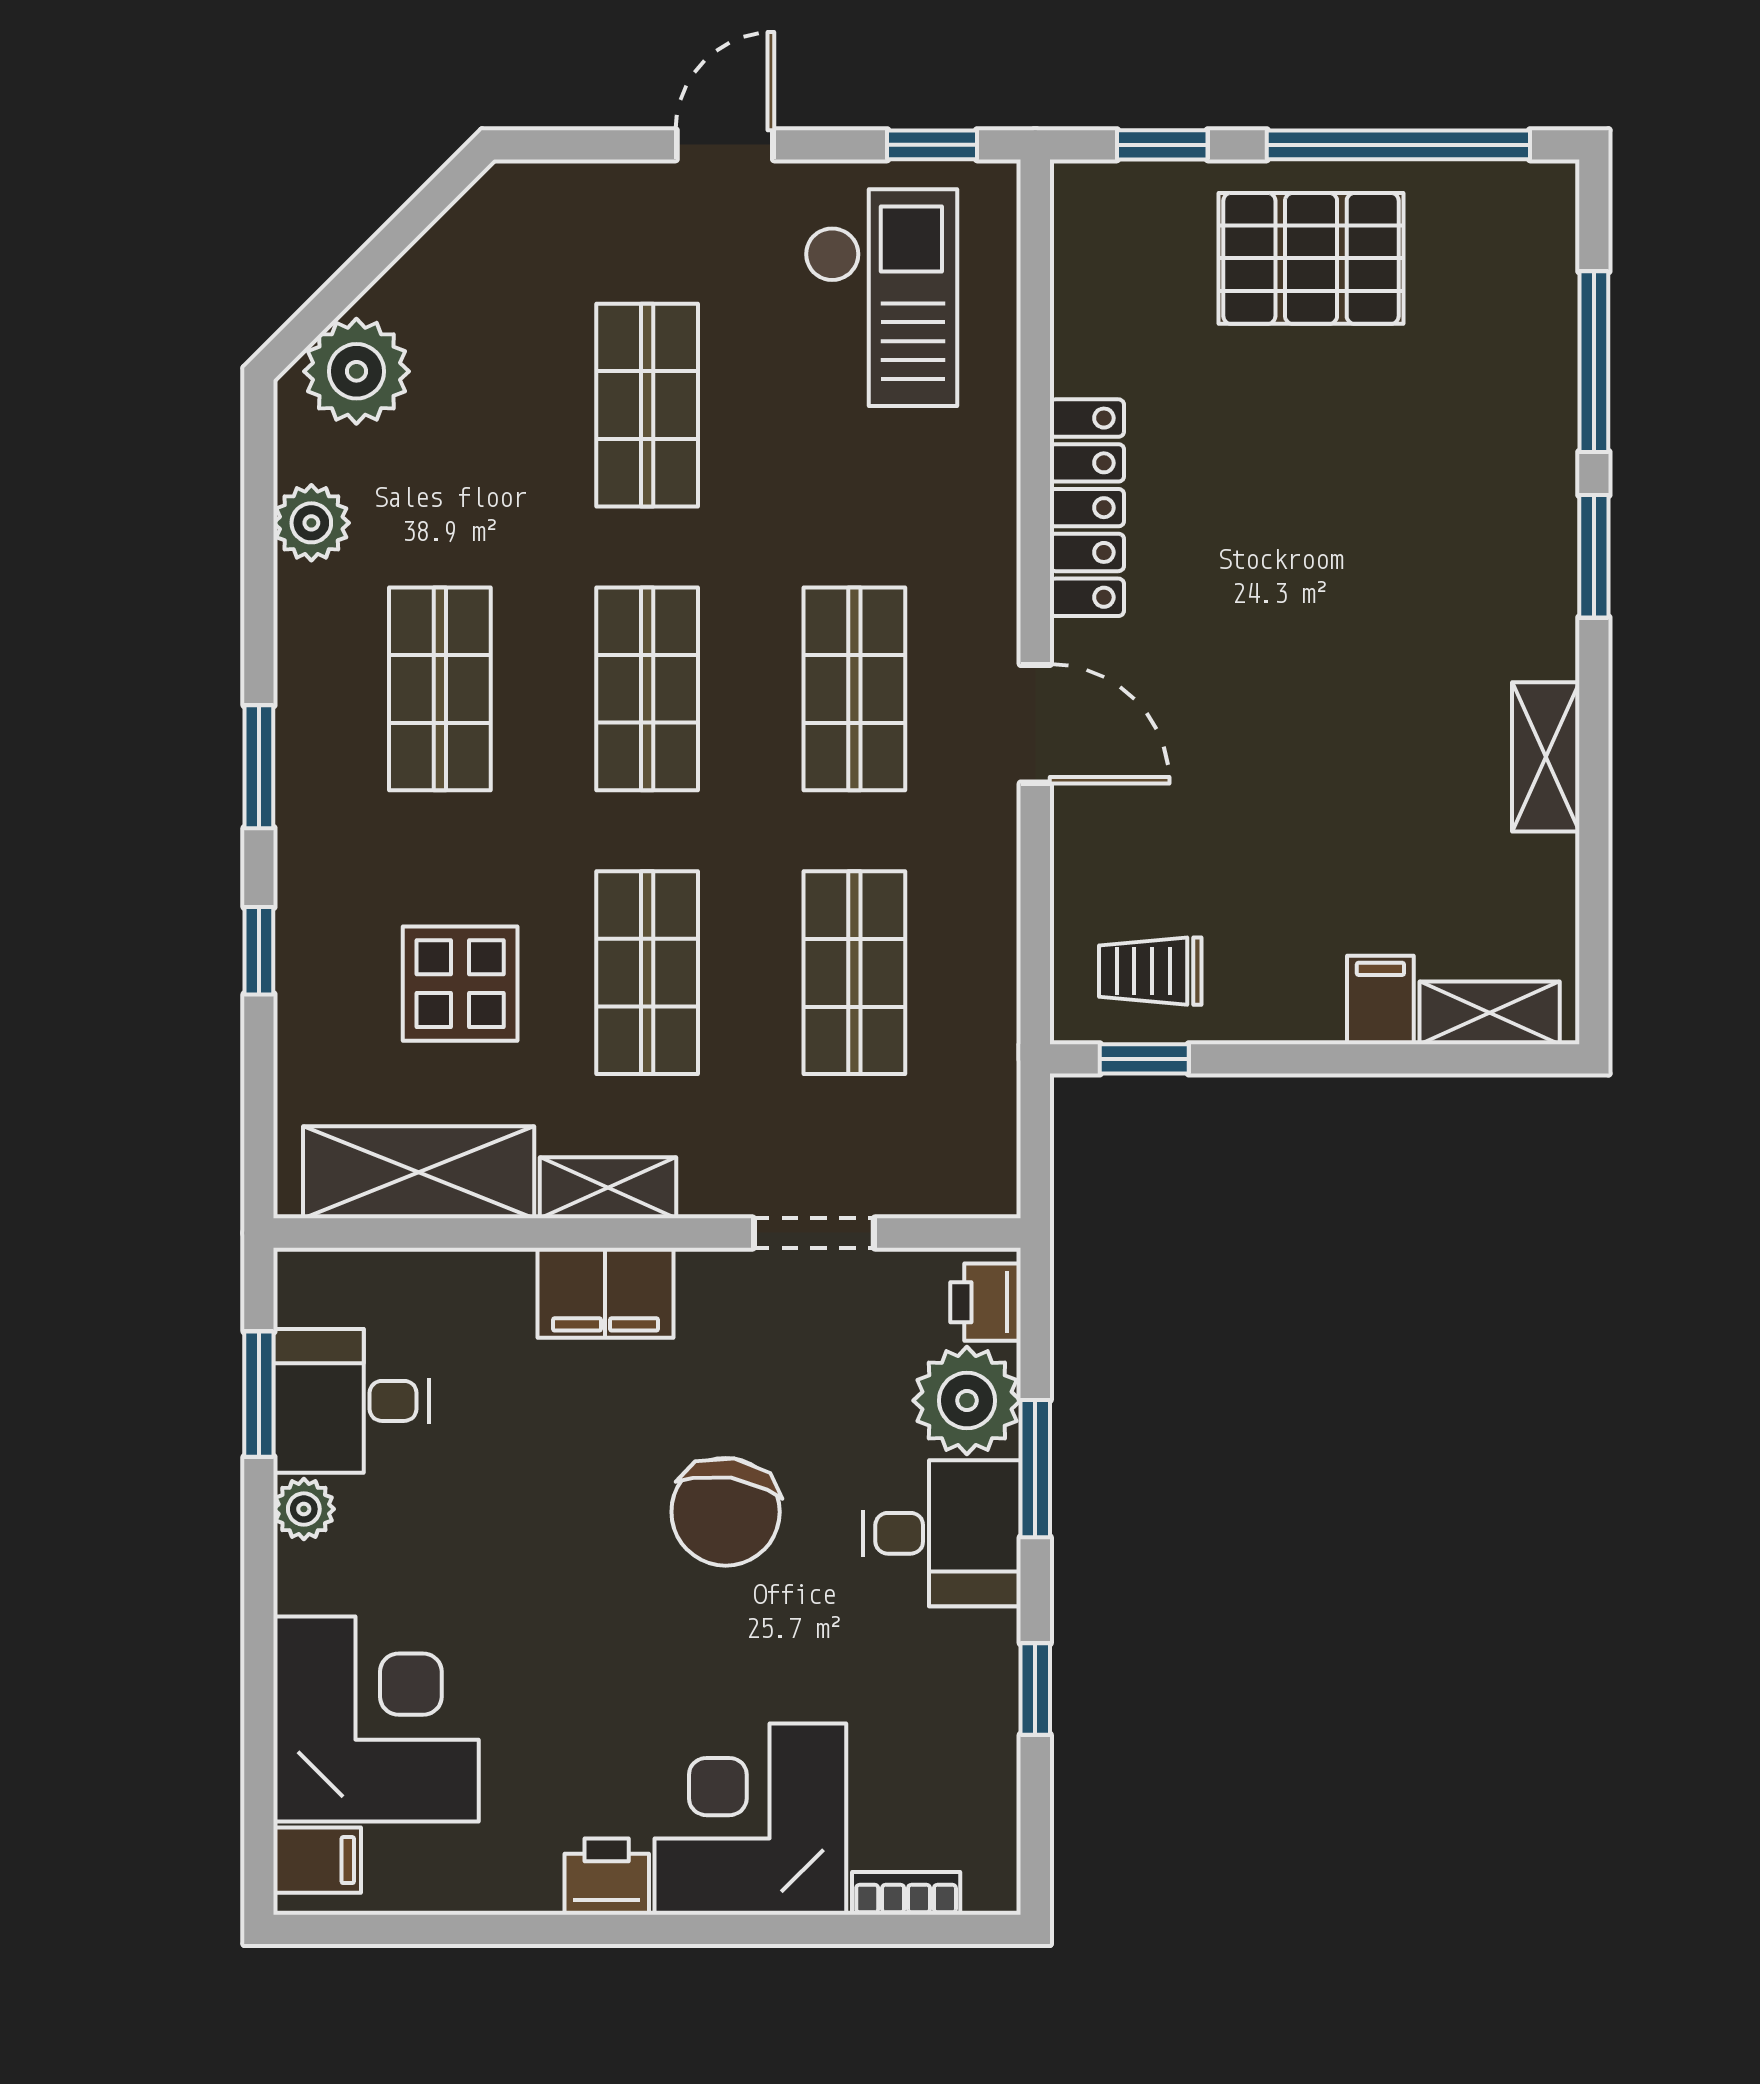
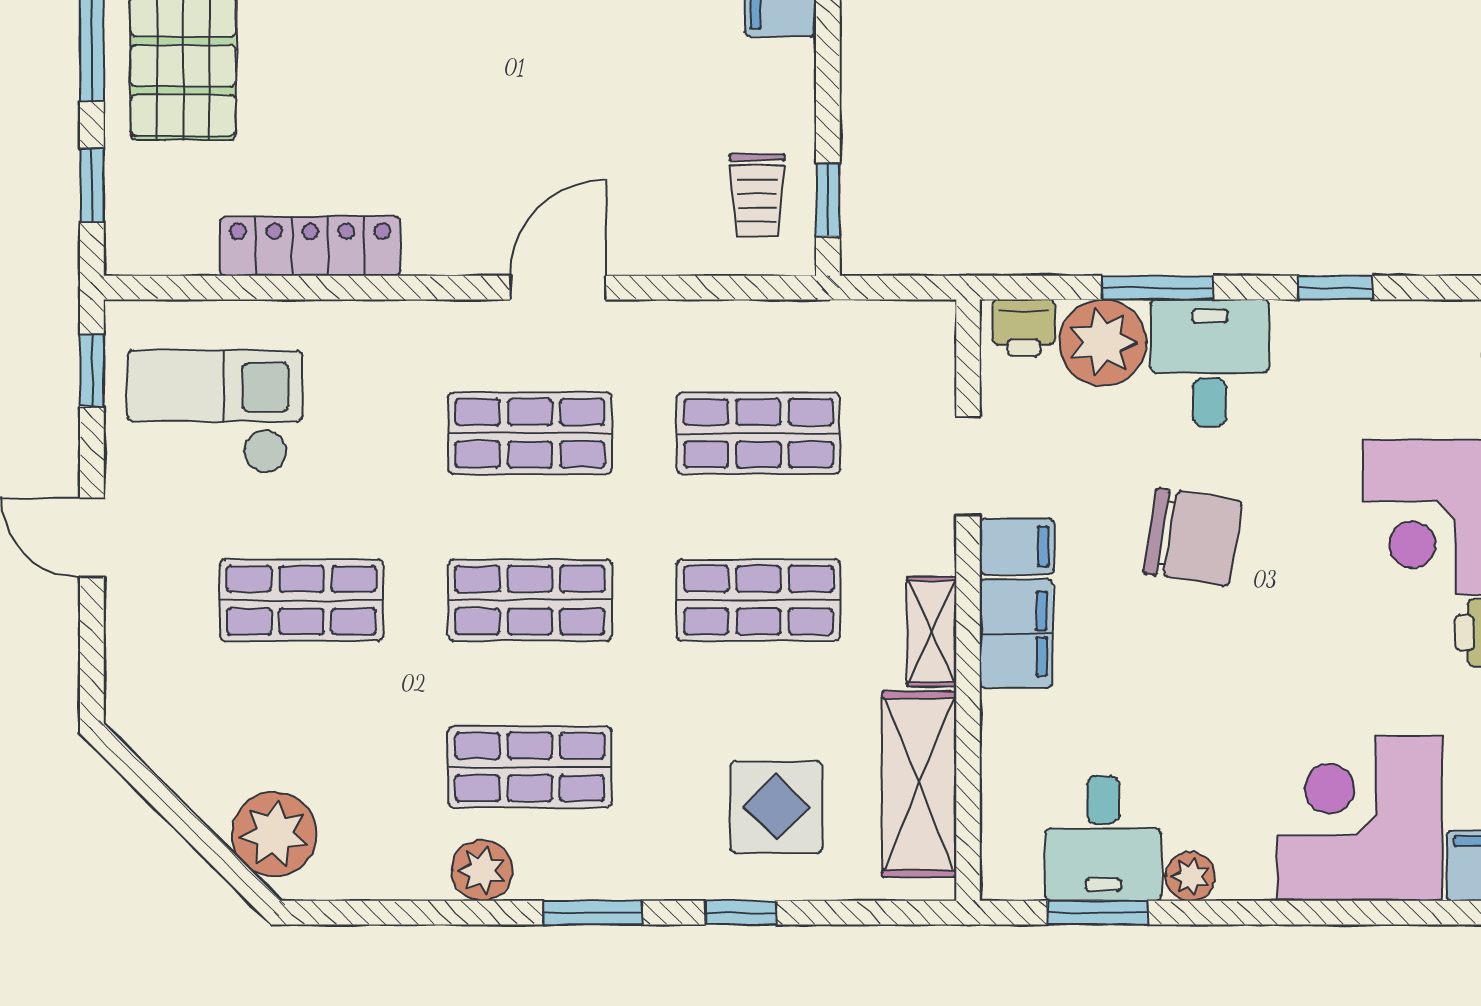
locker: (1087, 508) -> (310, 246), moved
plant: (311, 523) -> (482, 871), moved
display table: (460, 984) -> (776, 807), moved
filing cabinet: (714, 1294) -> (1017, 546), added

